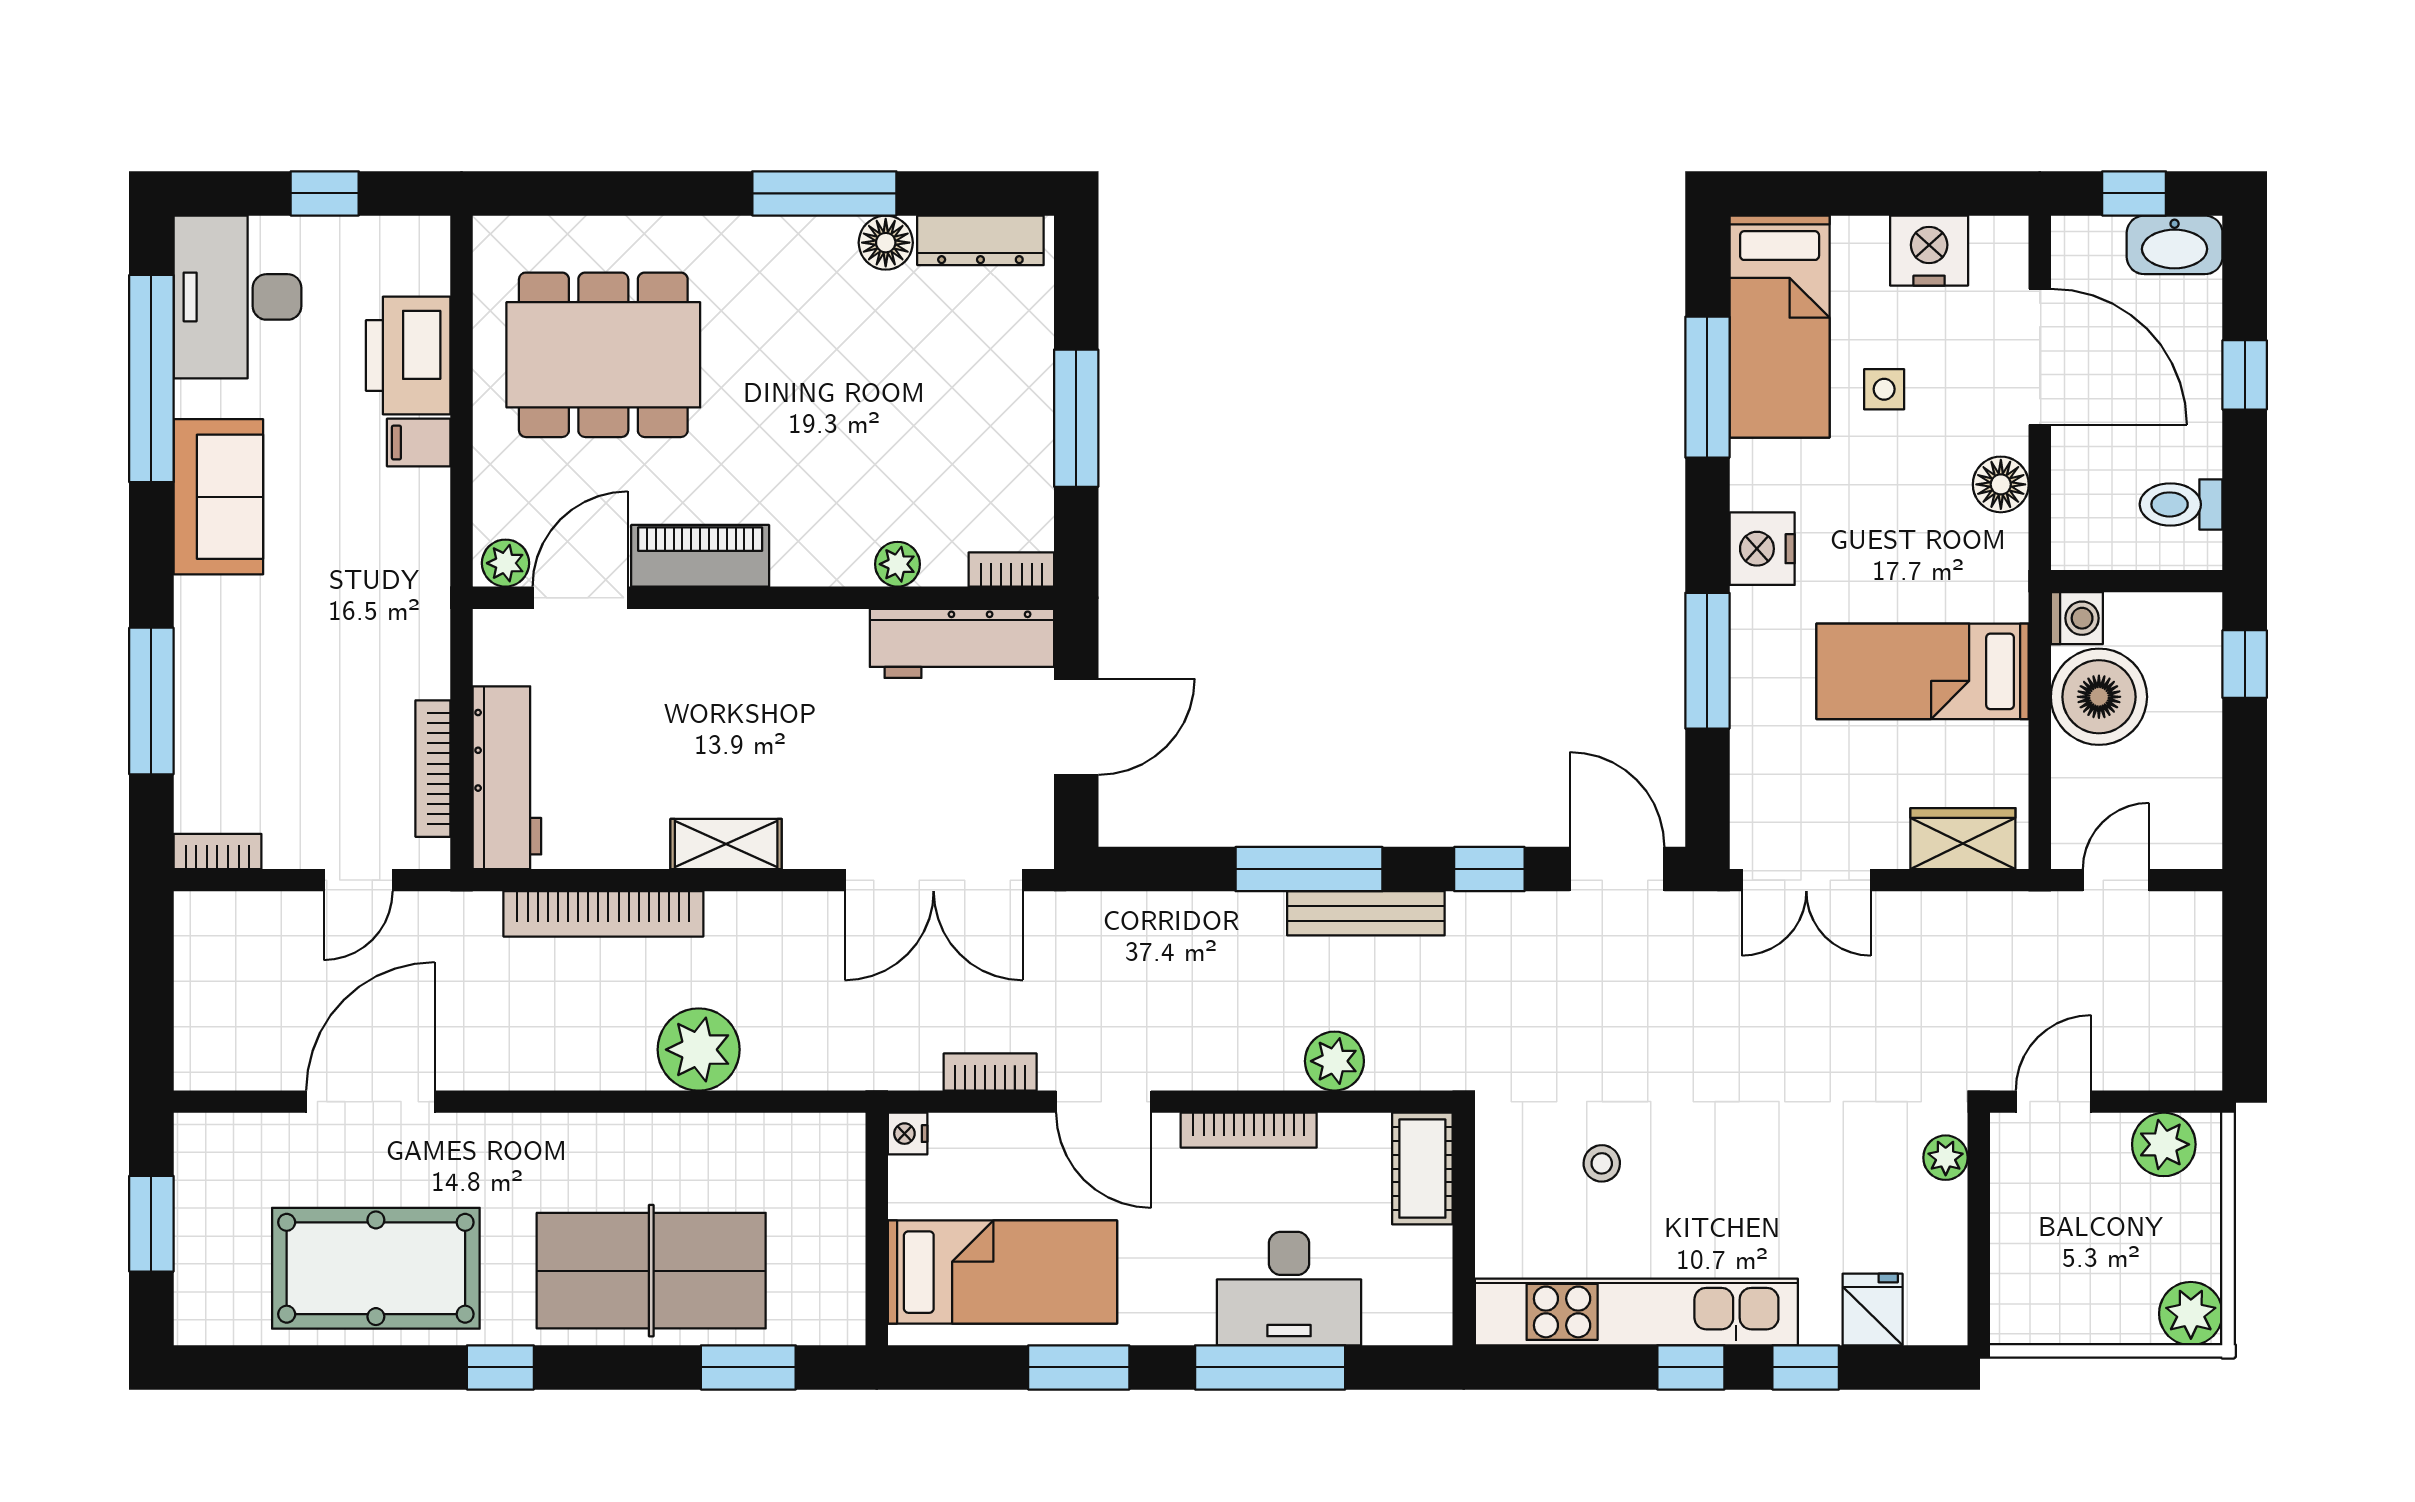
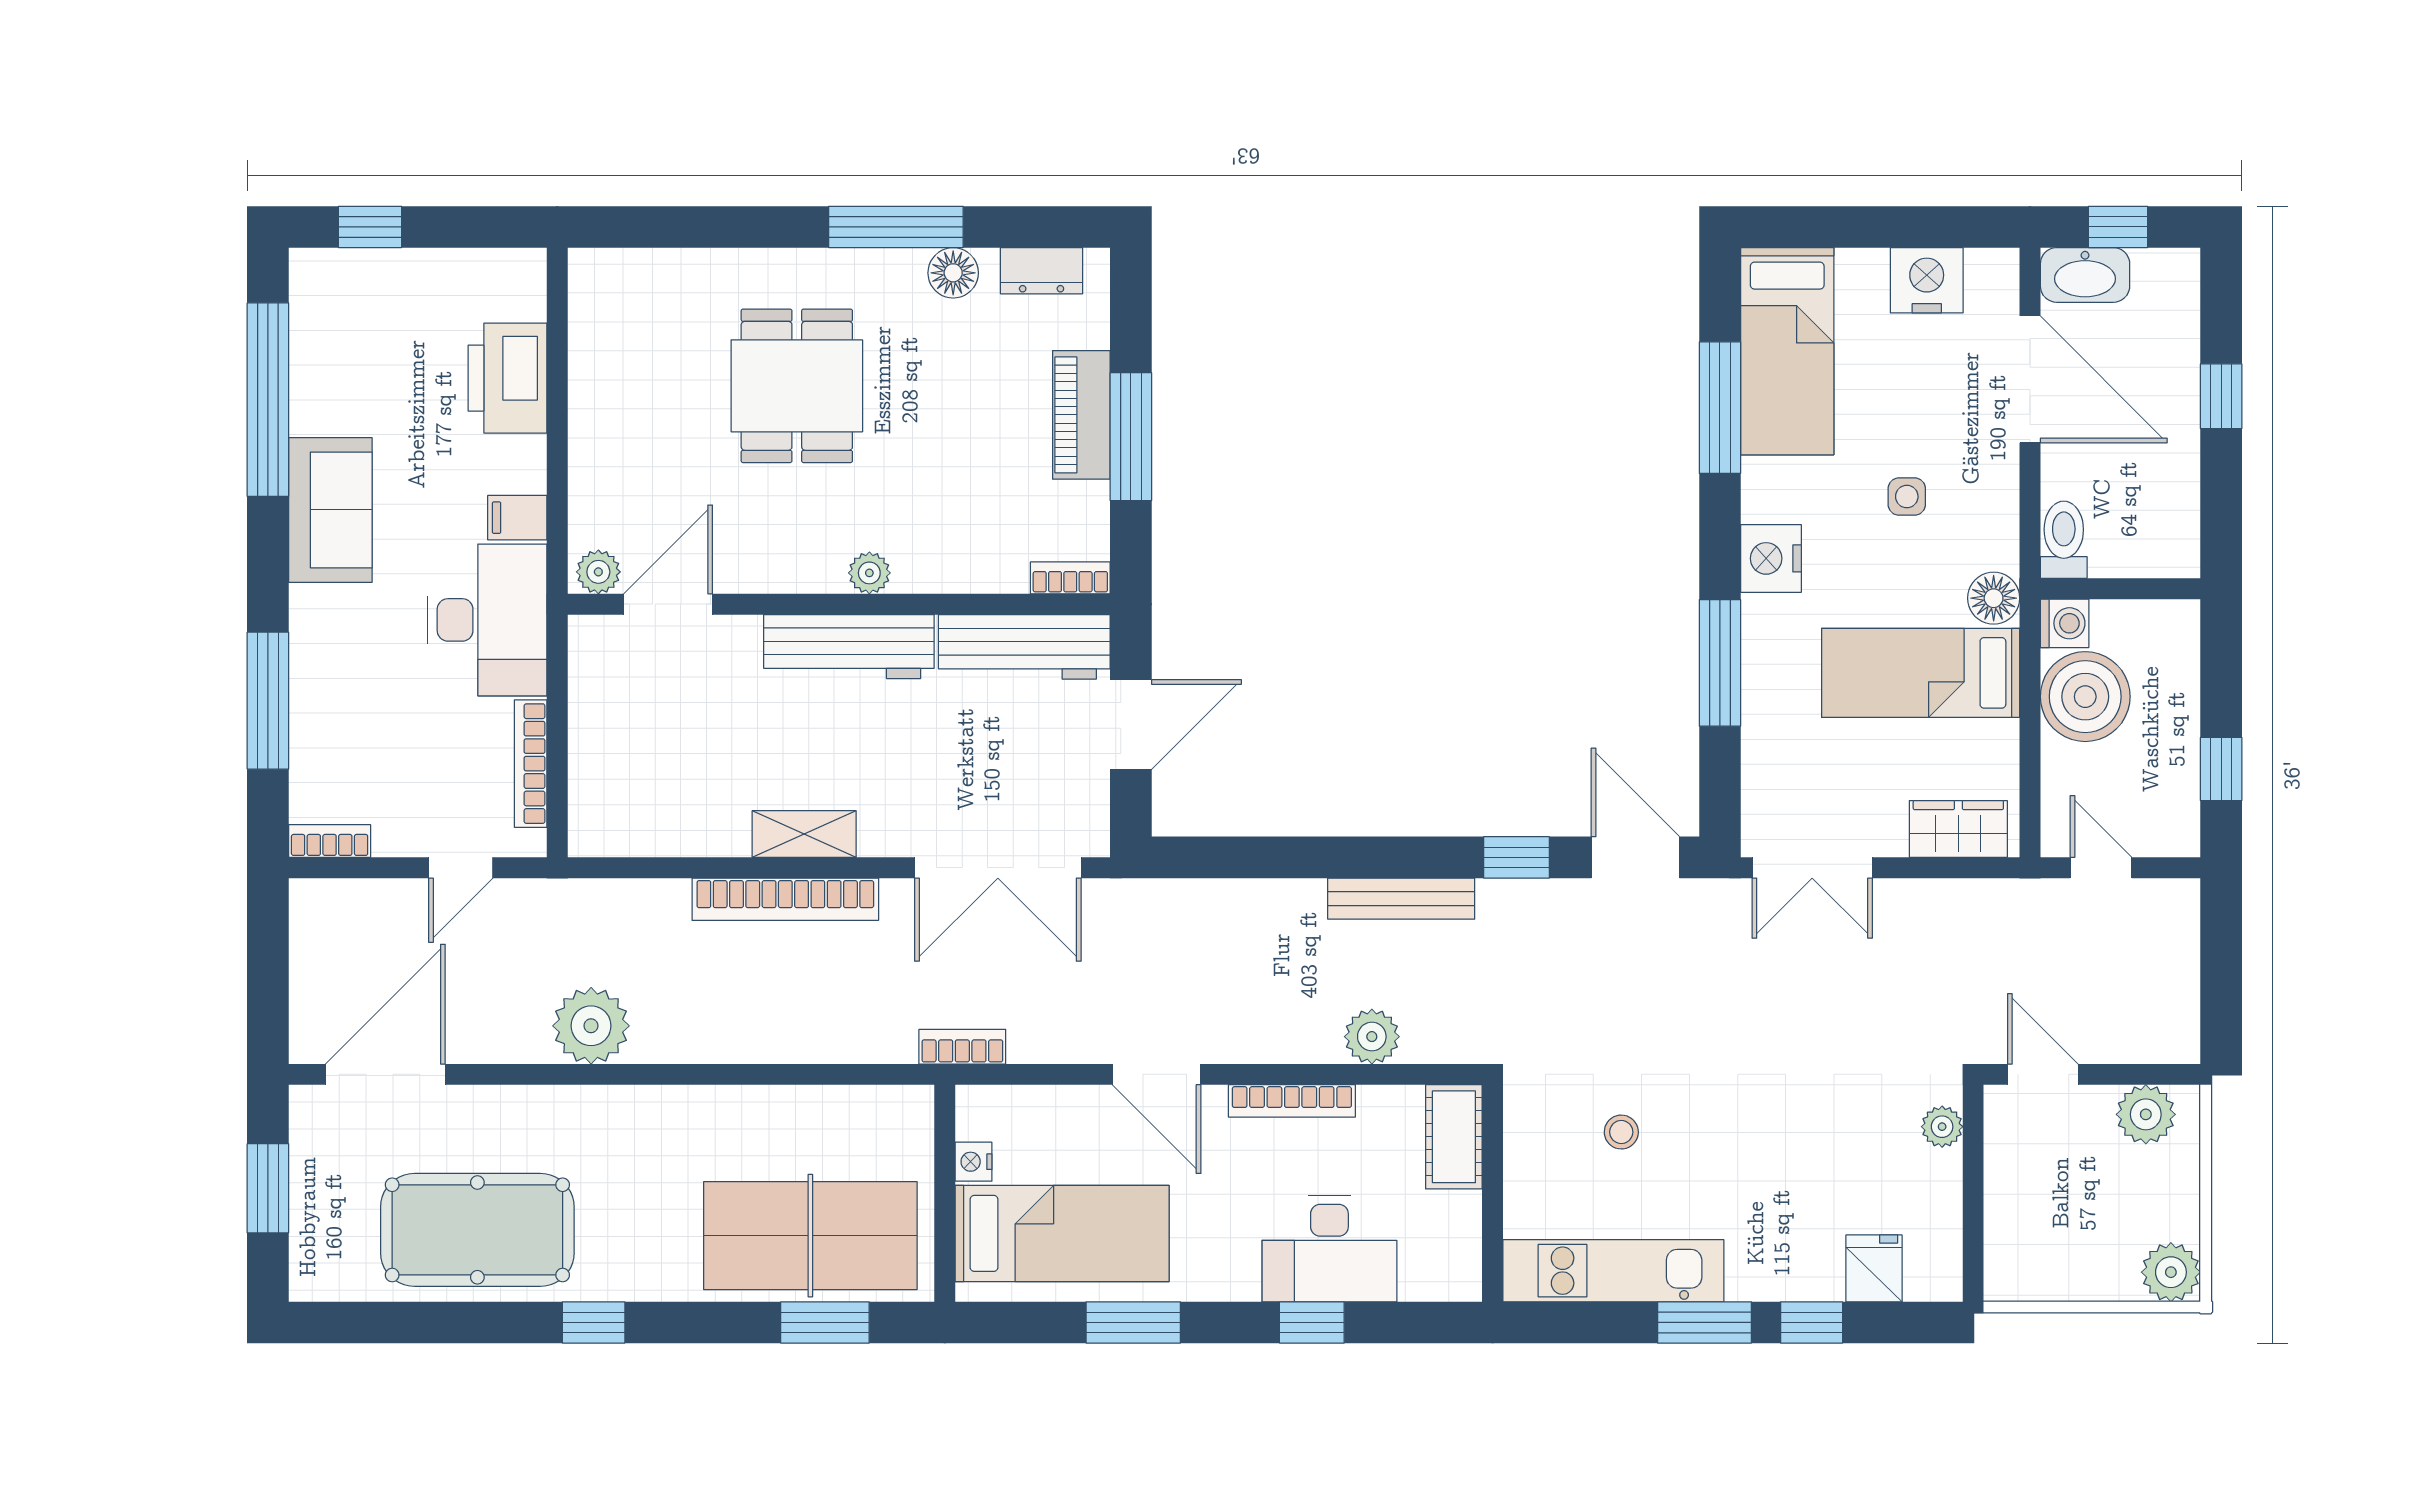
window: (325, 193) -> (370, 227), moved
dresser: (980, 240) -> (1042, 271), width x0.70
washbasin: (2175, 245) -> (2085, 275), moved
desk: (237, 297) -> (487, 620), moved, turned 180
dining table: (603, 355) -> (797, 386), moved, width x0.73
side table: (1884, 389) -> (1907, 497), moved
filing cabinet: (419, 443) -> (517, 518), moved
floor lamp: (2001, 484) -> (1994, 598), moved
toilet: (2181, 504) -> (2064, 540), moved, turned 90
piano: (700, 556) -> (1081, 415), moved, turned -90
plant: (898, 564) -> (869, 573), moved
window: (2245, 664) -> (2221, 769), moved
workbench: (507, 778) -> (849, 647), moved, turned 90
window: (1309, 869) -> (1348, 857), removed
door: (2116, 880) -> (2101, 868), hinge flipped
bookcase: (603, 914) -> (785, 899), moved
plant: (699, 1050) -> (591, 1026), moved
bookcase: (990, 1072) -> (962, 1047), moved
door: (370, 1102) -> (385, 1074), moved
door: (2053, 1102) -> (2043, 1074), hinge flipped
nightstand: (908, 1134) -> (974, 1162), moved
table tennis table: (651, 1271) -> (810, 1236), moved
kitchen unit: (1636, 1312) -> (1613, 1271), width x0.73
window: (1270, 1367) -> (1312, 1322), width x0.46
window: (1691, 1367) -> (1704, 1322), width x1.50

